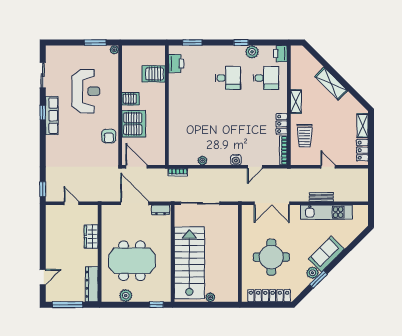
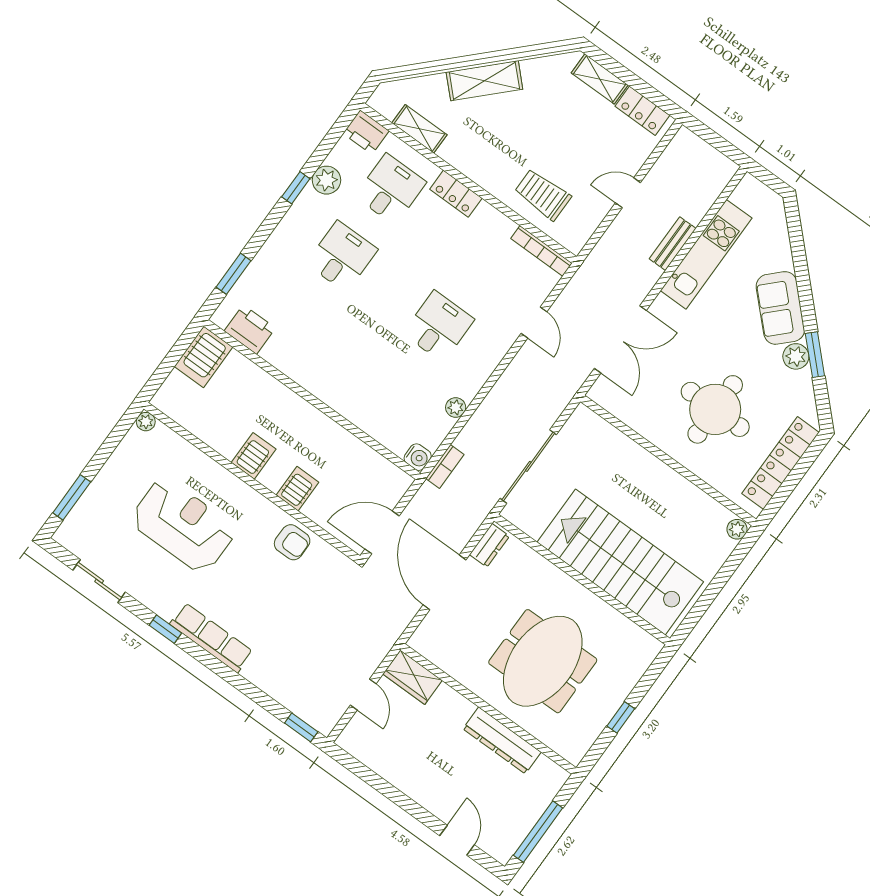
window: (95, 43) -> (72, 497), moved
server rack: (154, 74) -> (203, 357), moved
shelving: (296, 102) -> (419, 129), moved
row of seats: (52, 116) -> (211, 638), moved
server rack: (134, 124) -> (298, 489), width x0.46, depth x0.70
locker: (282, 124) -> (456, 194), moved
desk: (228, 132) -> (439, 326), added
trolley: (305, 136) -> (543, 195), turned 180
water cooler: (236, 160) -> (418, 457), moved
door: (72, 203) -> (363, 694), swing flipped
door: (135, 203) -> (444, 582), hinge flipped
wardrobe: (91, 237) -> (412, 677), moved
dresser: (92, 284) -> (502, 740), moved
plant: (126, 296) -> (597, 717), removed
plant: (210, 297) -> (737, 529), moved
window: (156, 305) -> (621, 717), moved

